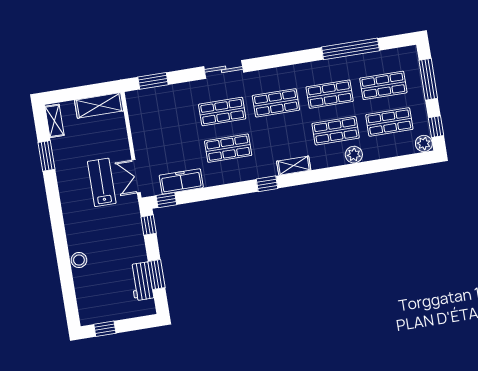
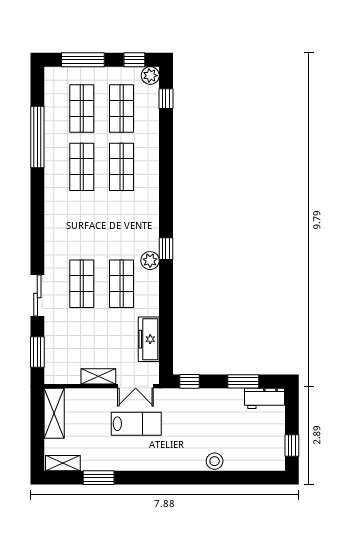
sliding door: (224, 69) -> (37, 296), moved
shop shelf: (276, 103) -> (82, 225), removed
plant: (354, 155) -> (150, 261), moved
shelving: (294, 166) -> (98, 376), moved, turned 90
lab bench: (102, 182) -> (136, 424), turned 180
window: (166, 200) -> (166, 99), moved
workbench: (142, 281) -> (265, 398), moved

